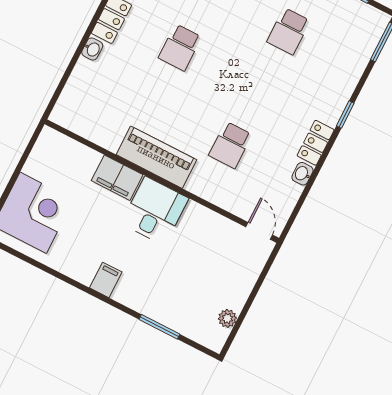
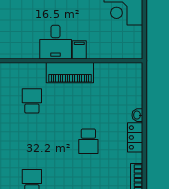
school desk: (180, 47) -> (88, 141), turned 180
filing cabinet: (117, 178) -> (79, 50), width x0.50

